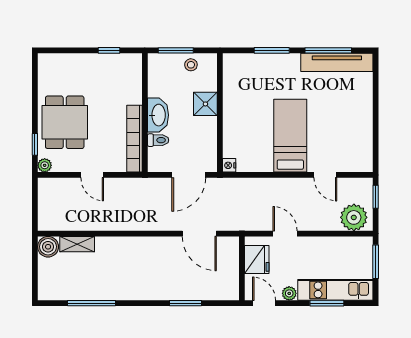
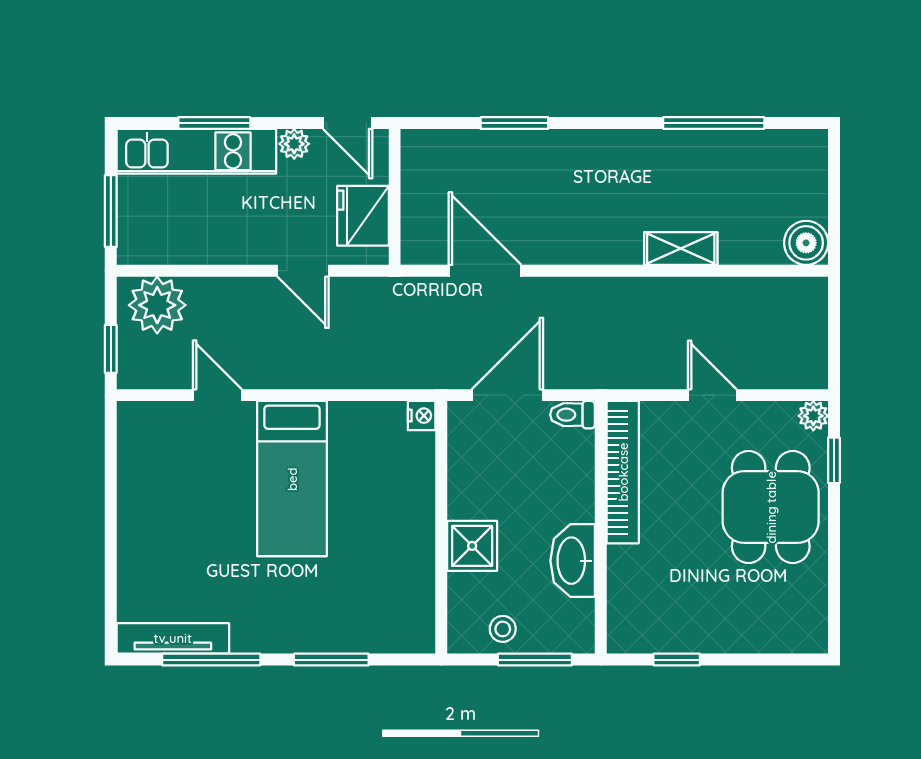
tv unit: (337, 62) -> (173, 638), width x0.73, depth x0.78
washbasin: (158, 115) -> (573, 561), moved
toilet: (158, 140) -> (573, 415), moved
shelving: (77, 244) -> (681, 248), moved

